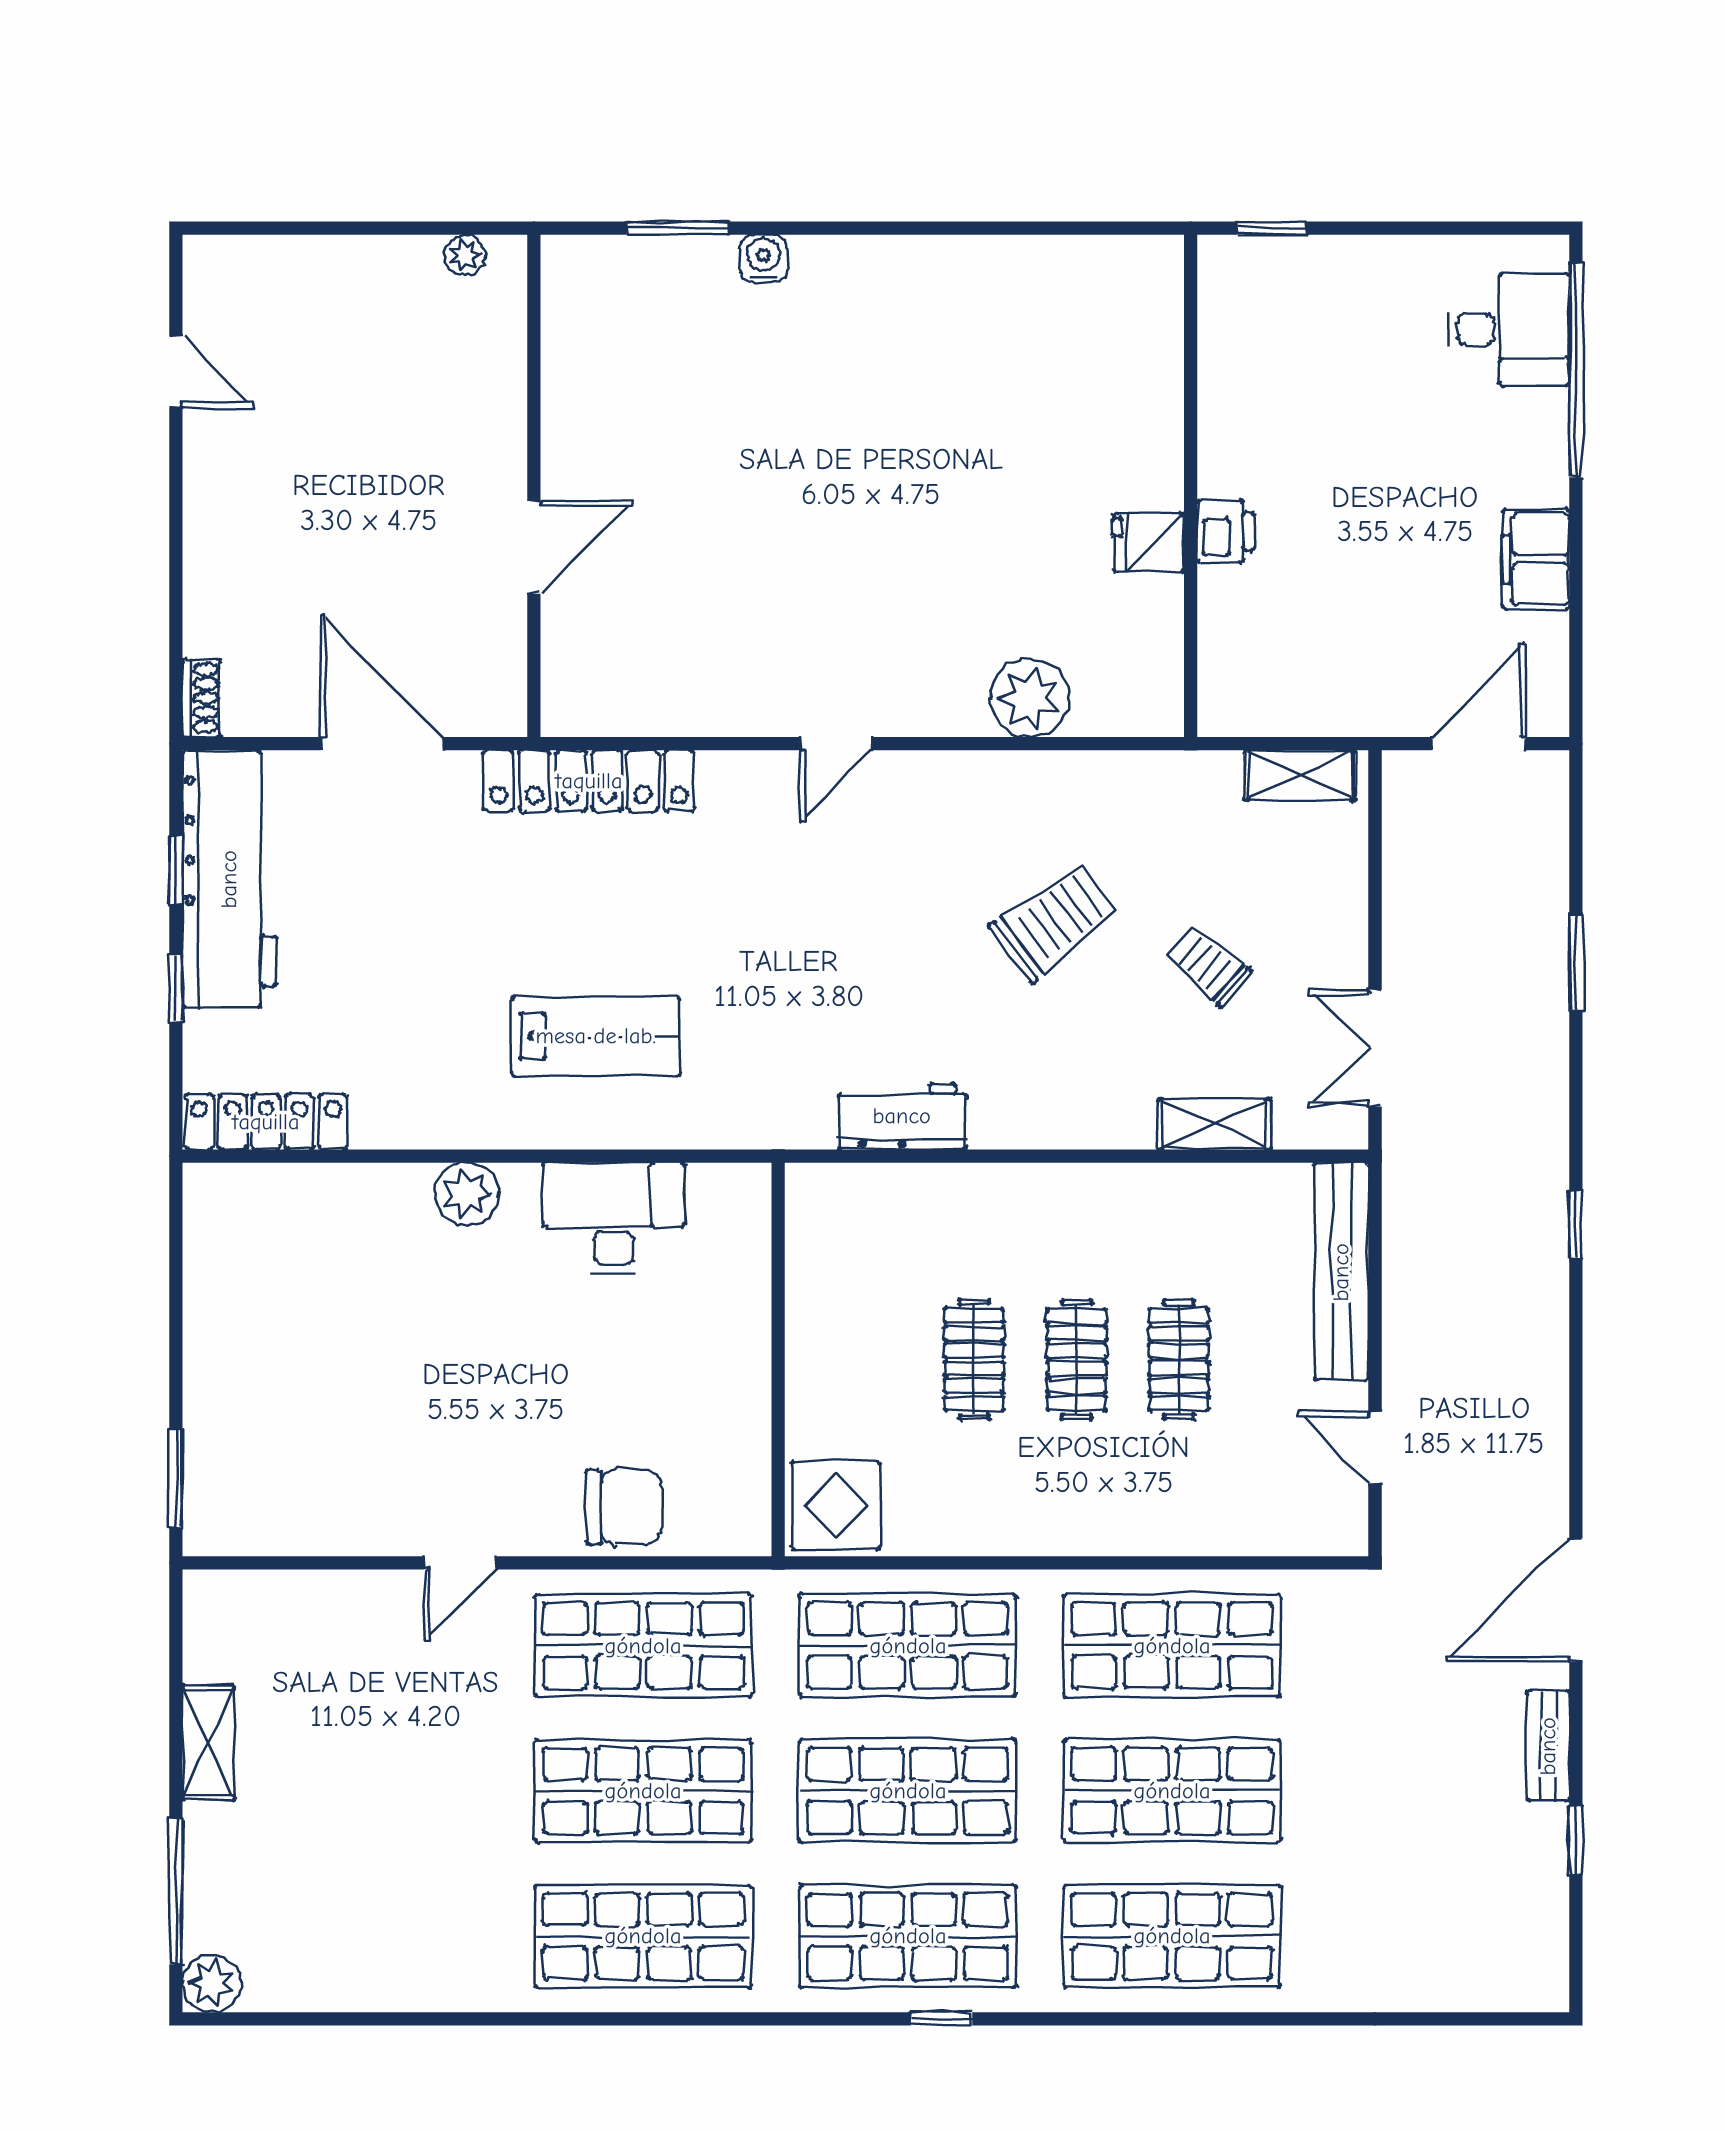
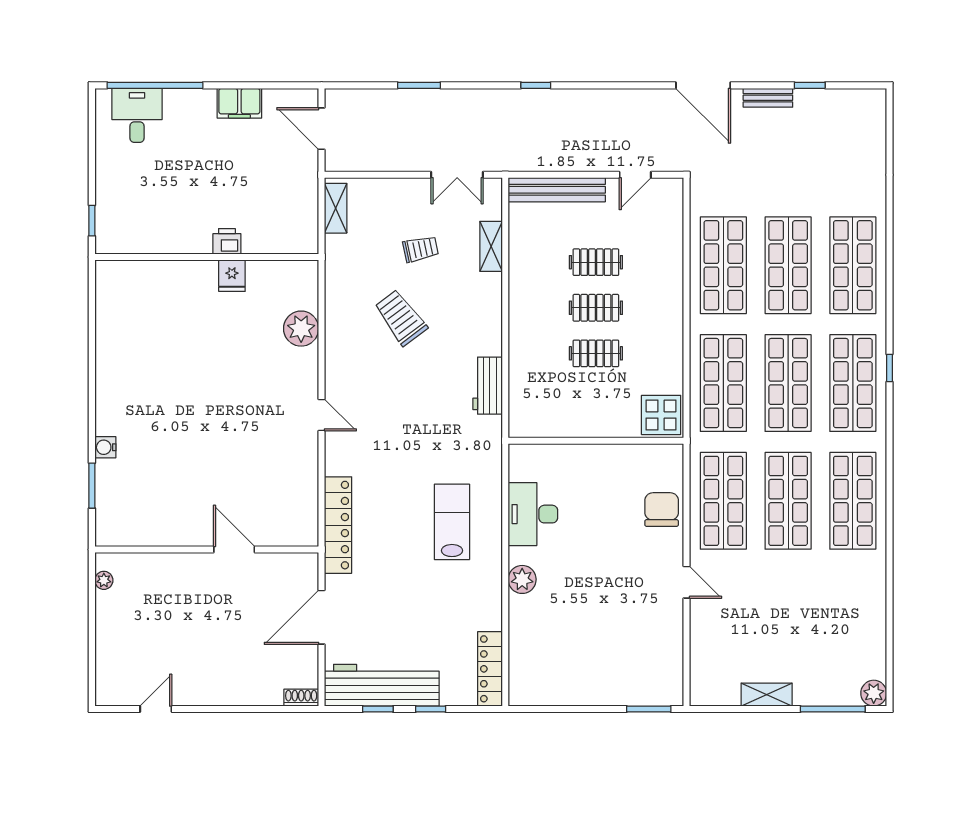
trolley: (1208, 966) -> (421, 249), turned -142

